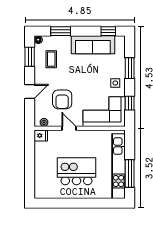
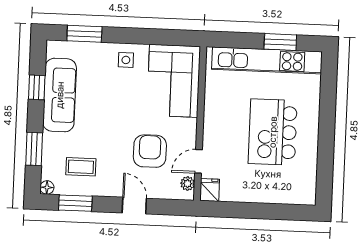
window: (108, 31) -> (37, 87), moved
window: (130, 68) -> (84, 34), moved
armchair: (62, 99) -> (150, 151), turned -90
window: (130, 103) -> (161, 37), removed
door: (69, 128) -> (199, 161), moved
window: (130, 174) -> (280, 42), width x0.69

